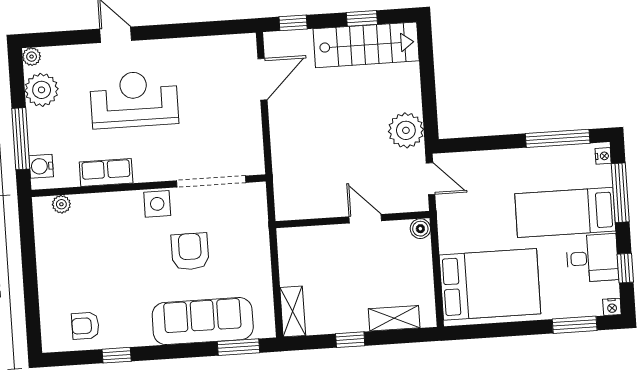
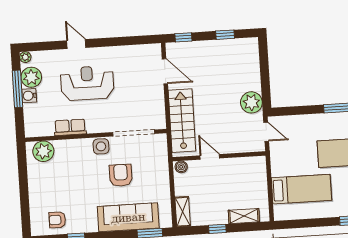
stairs: (366, 45) -> (182, 121), moved, turned -90
door: (263, 79) -> (165, 71), hinge flipped
window: (21, 139) -> (18, 89), moved
water cooler: (41, 166) -> (29, 96), moved
plant: (61, 204) -> (43, 151), width x1.88, depth x1.88
door: (365, 219) -> (210, 157), moved
boiler: (420, 229) -> (181, 167), moved
bed: (490, 284) -> (301, 189), width x0.67

